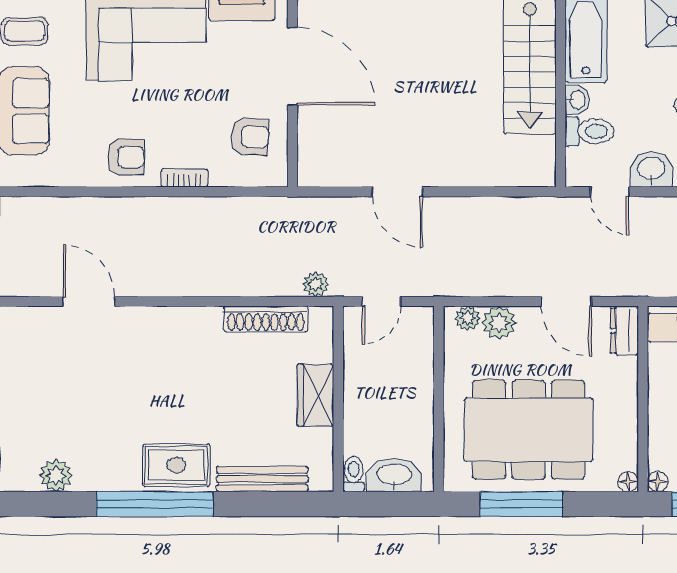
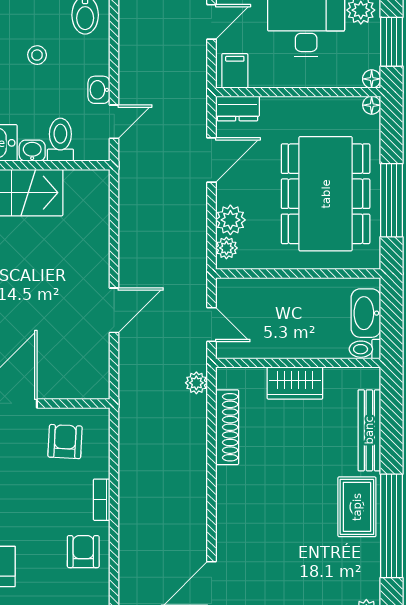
washbasin: (651, 169) -> (99, 90), width x0.72, depth x0.69

